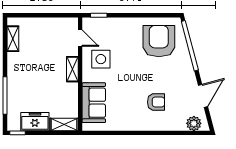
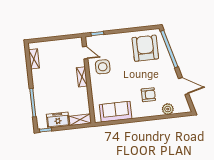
door: (203, 96) -> (184, 86), hinge flipped
sofa: (94, 103) -> (116, 112), moved, turned -90
plant: (194, 123) -> (168, 109), moved

